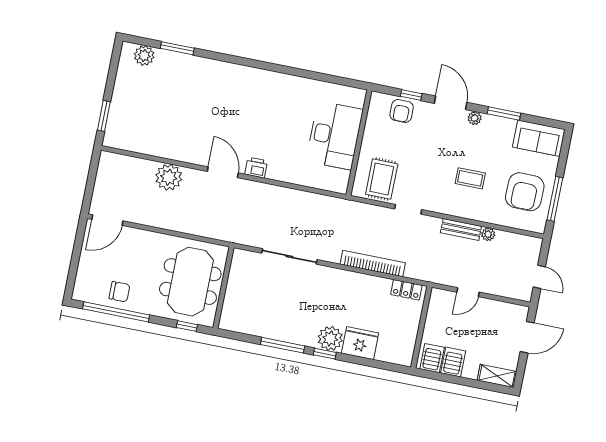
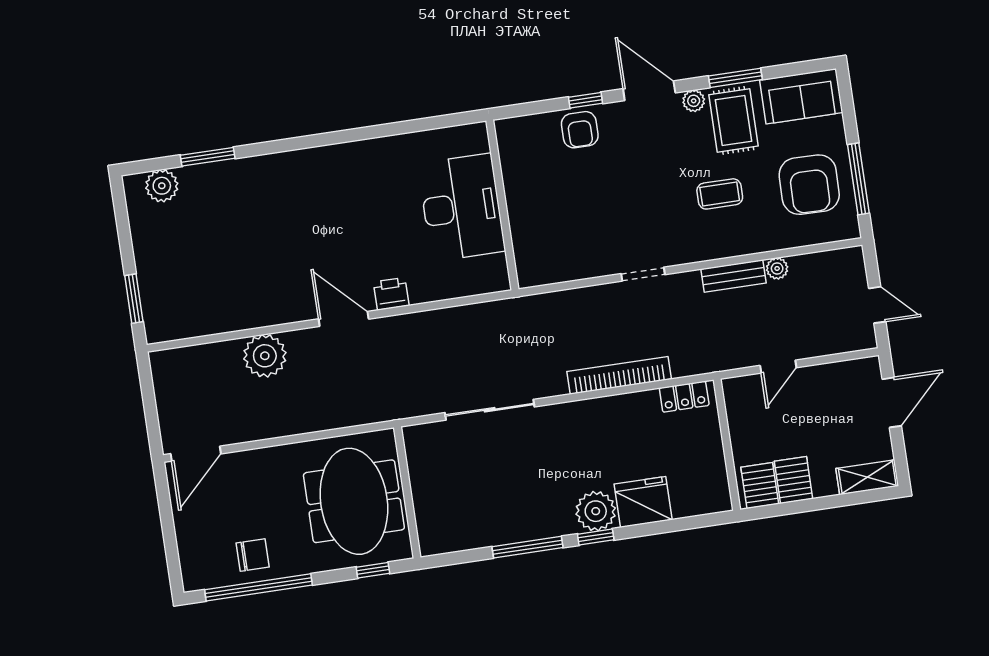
desk: (334, 135) -> (462, 207), moved
wall: (359, 143) -> (502, 205), moved
rug: (382, 179) -> (733, 120), moved

